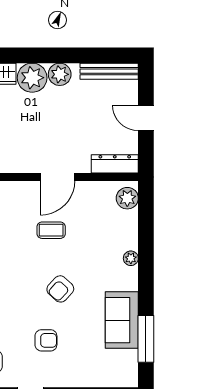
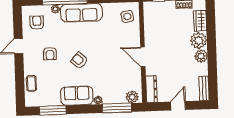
bench: (109, 71) -> (204, 88), width x0.73
window: (146, 226) -> (117, 108), added
coffee table: (51, 230) -> (31, 83), moved
sofa: (122, 320) -> (77, 96), moved

